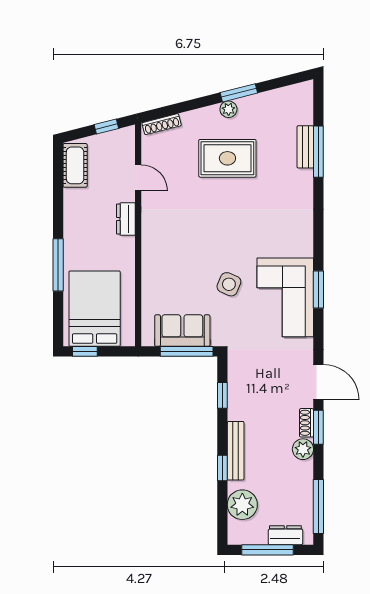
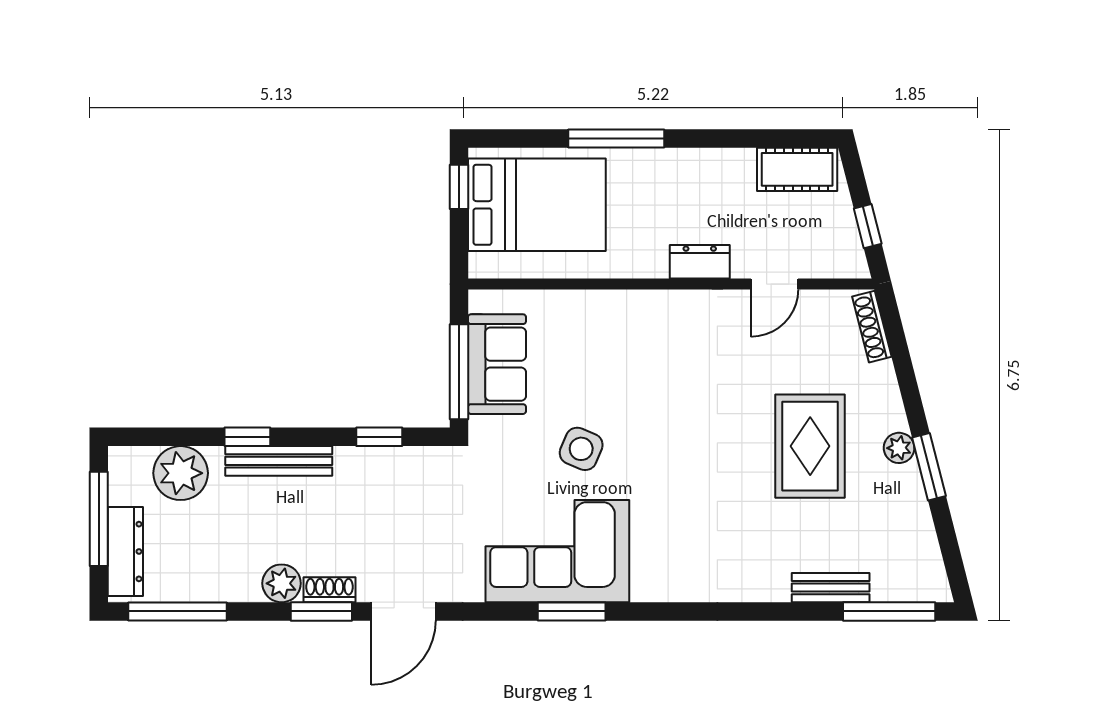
window: (318, 152) -> (889, 611), moved
dresser: (285, 535) -> (125, 551), width x1.44

